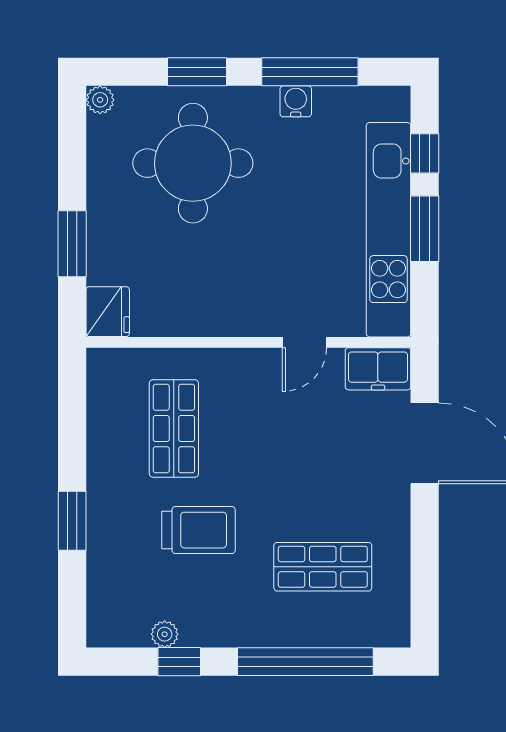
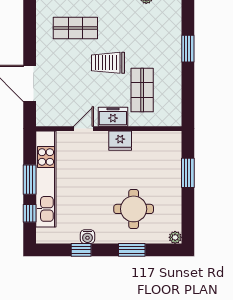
window: (310, 72) -> (81, 250), width x0.46
round table: (193, 163) -> (134, 209), width x0.73, depth x0.73
fridge: (108, 312) -> (120, 141), moved, turned -90
freezer: (378, 369) -> (113, 117), moved
trolley: (198, 530) -> (108, 63), moved

